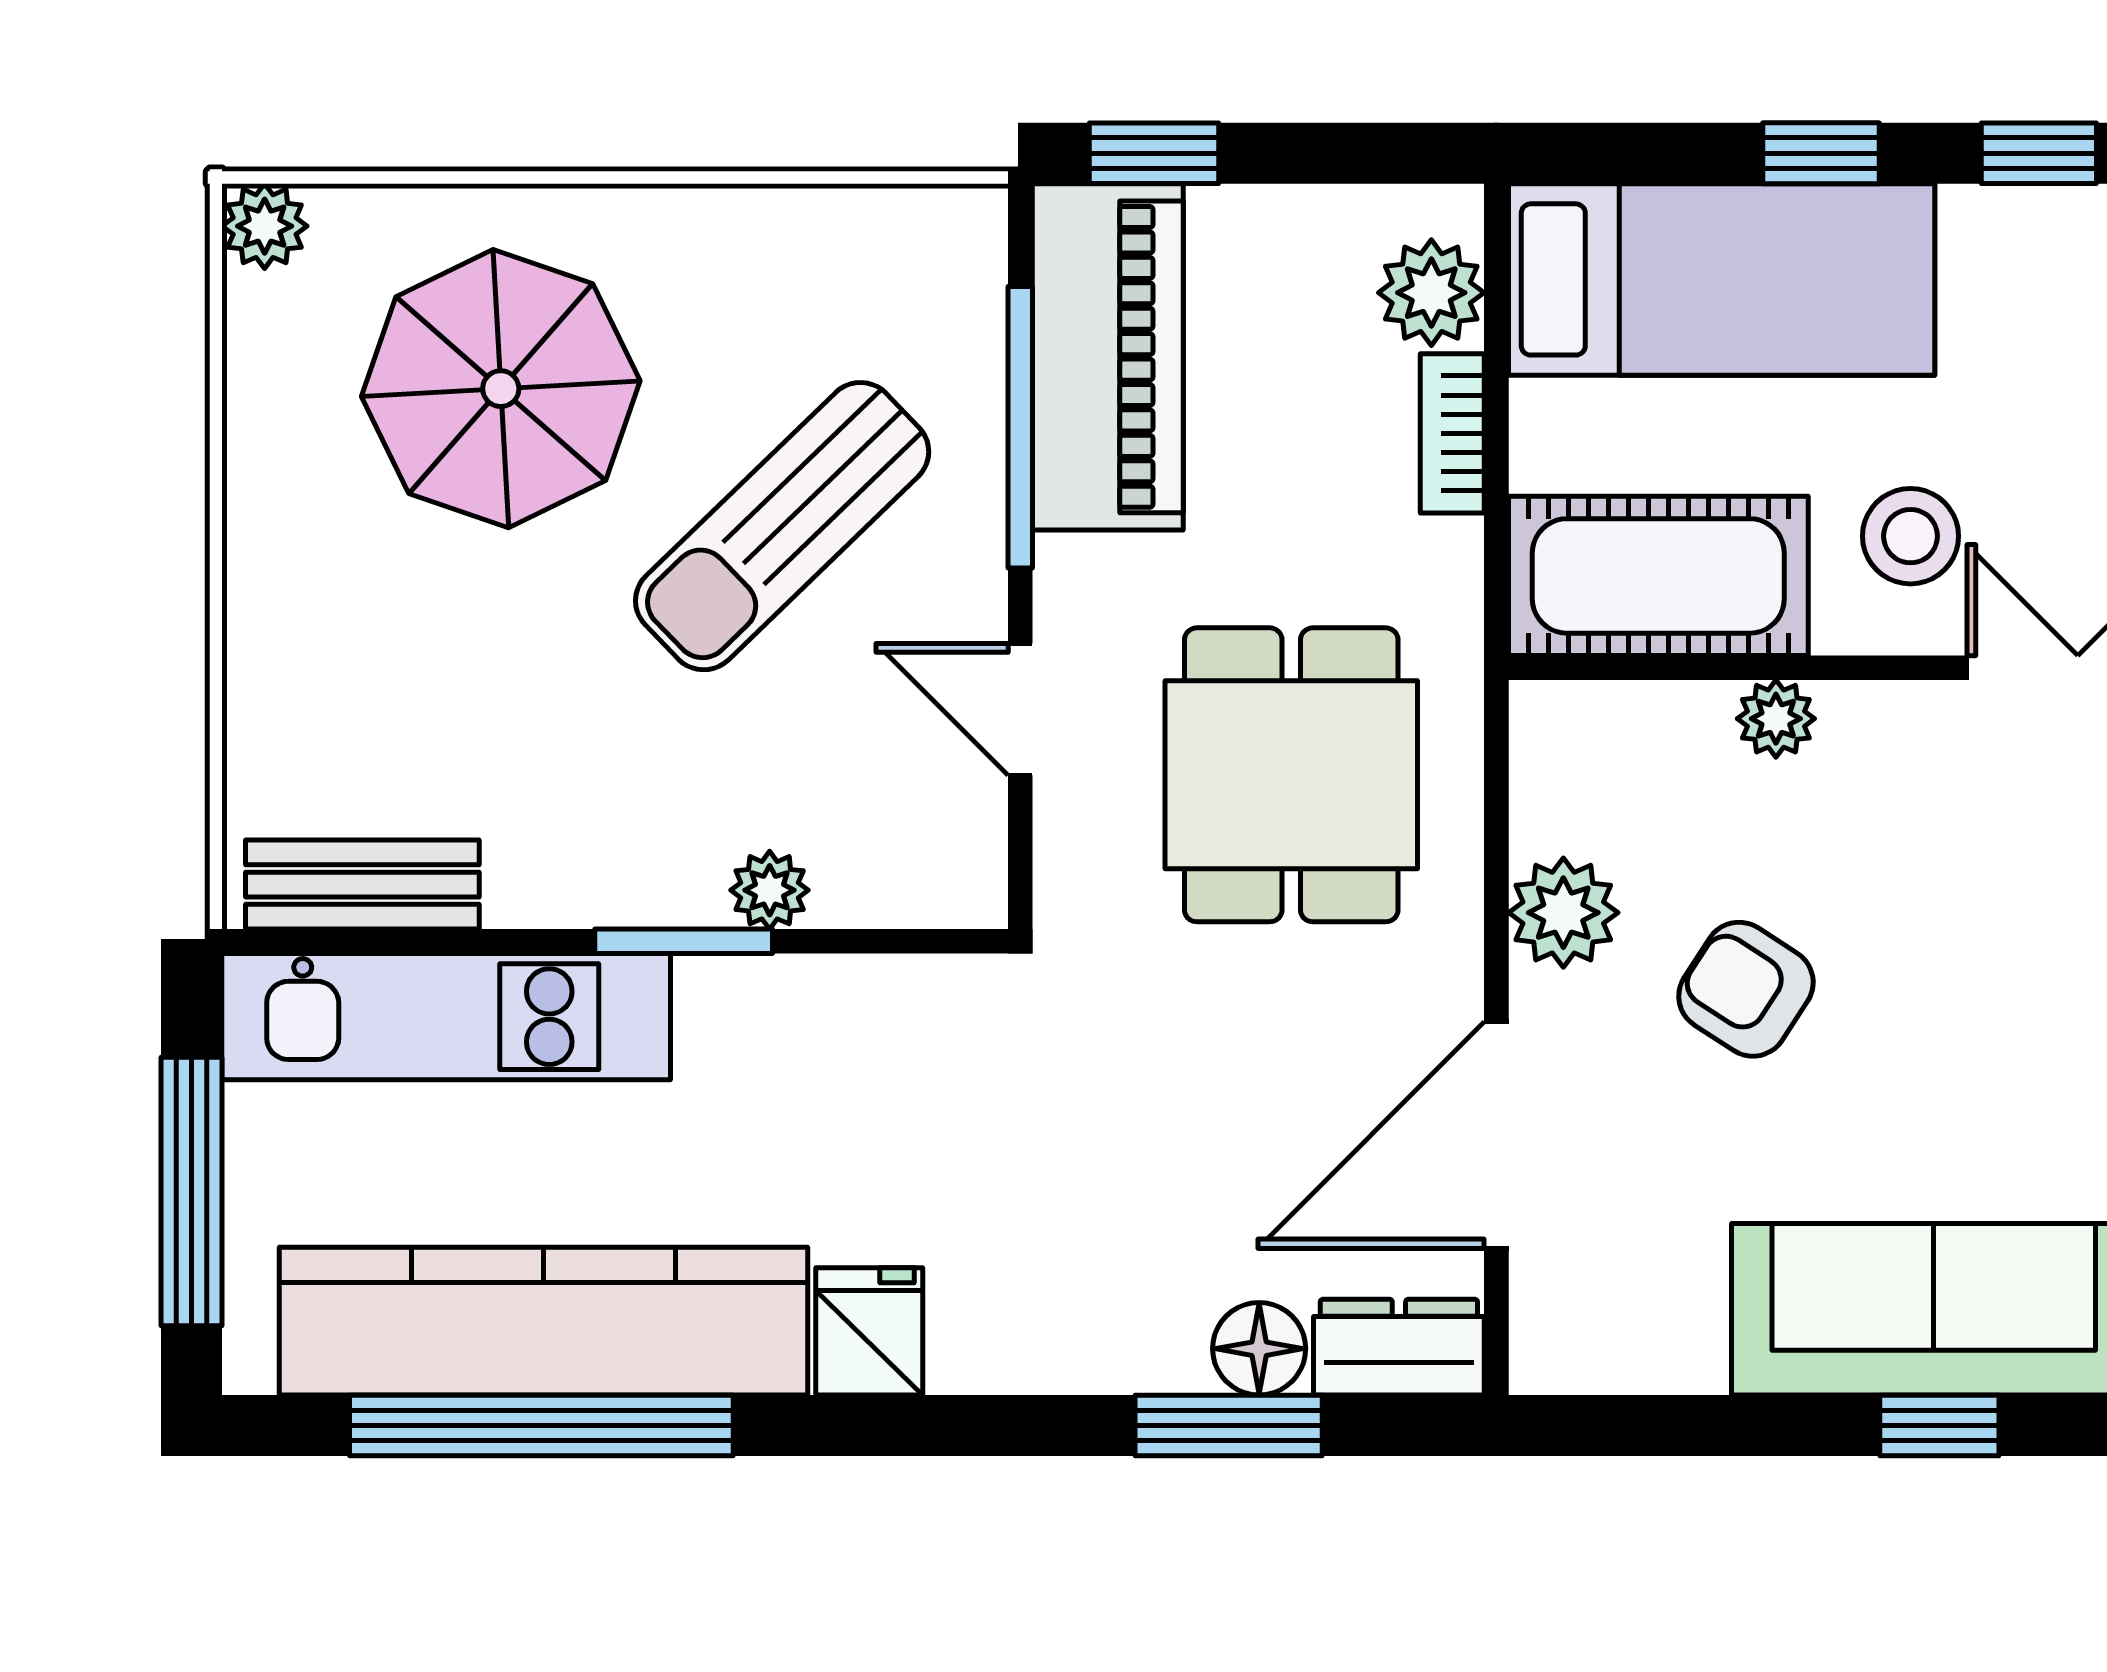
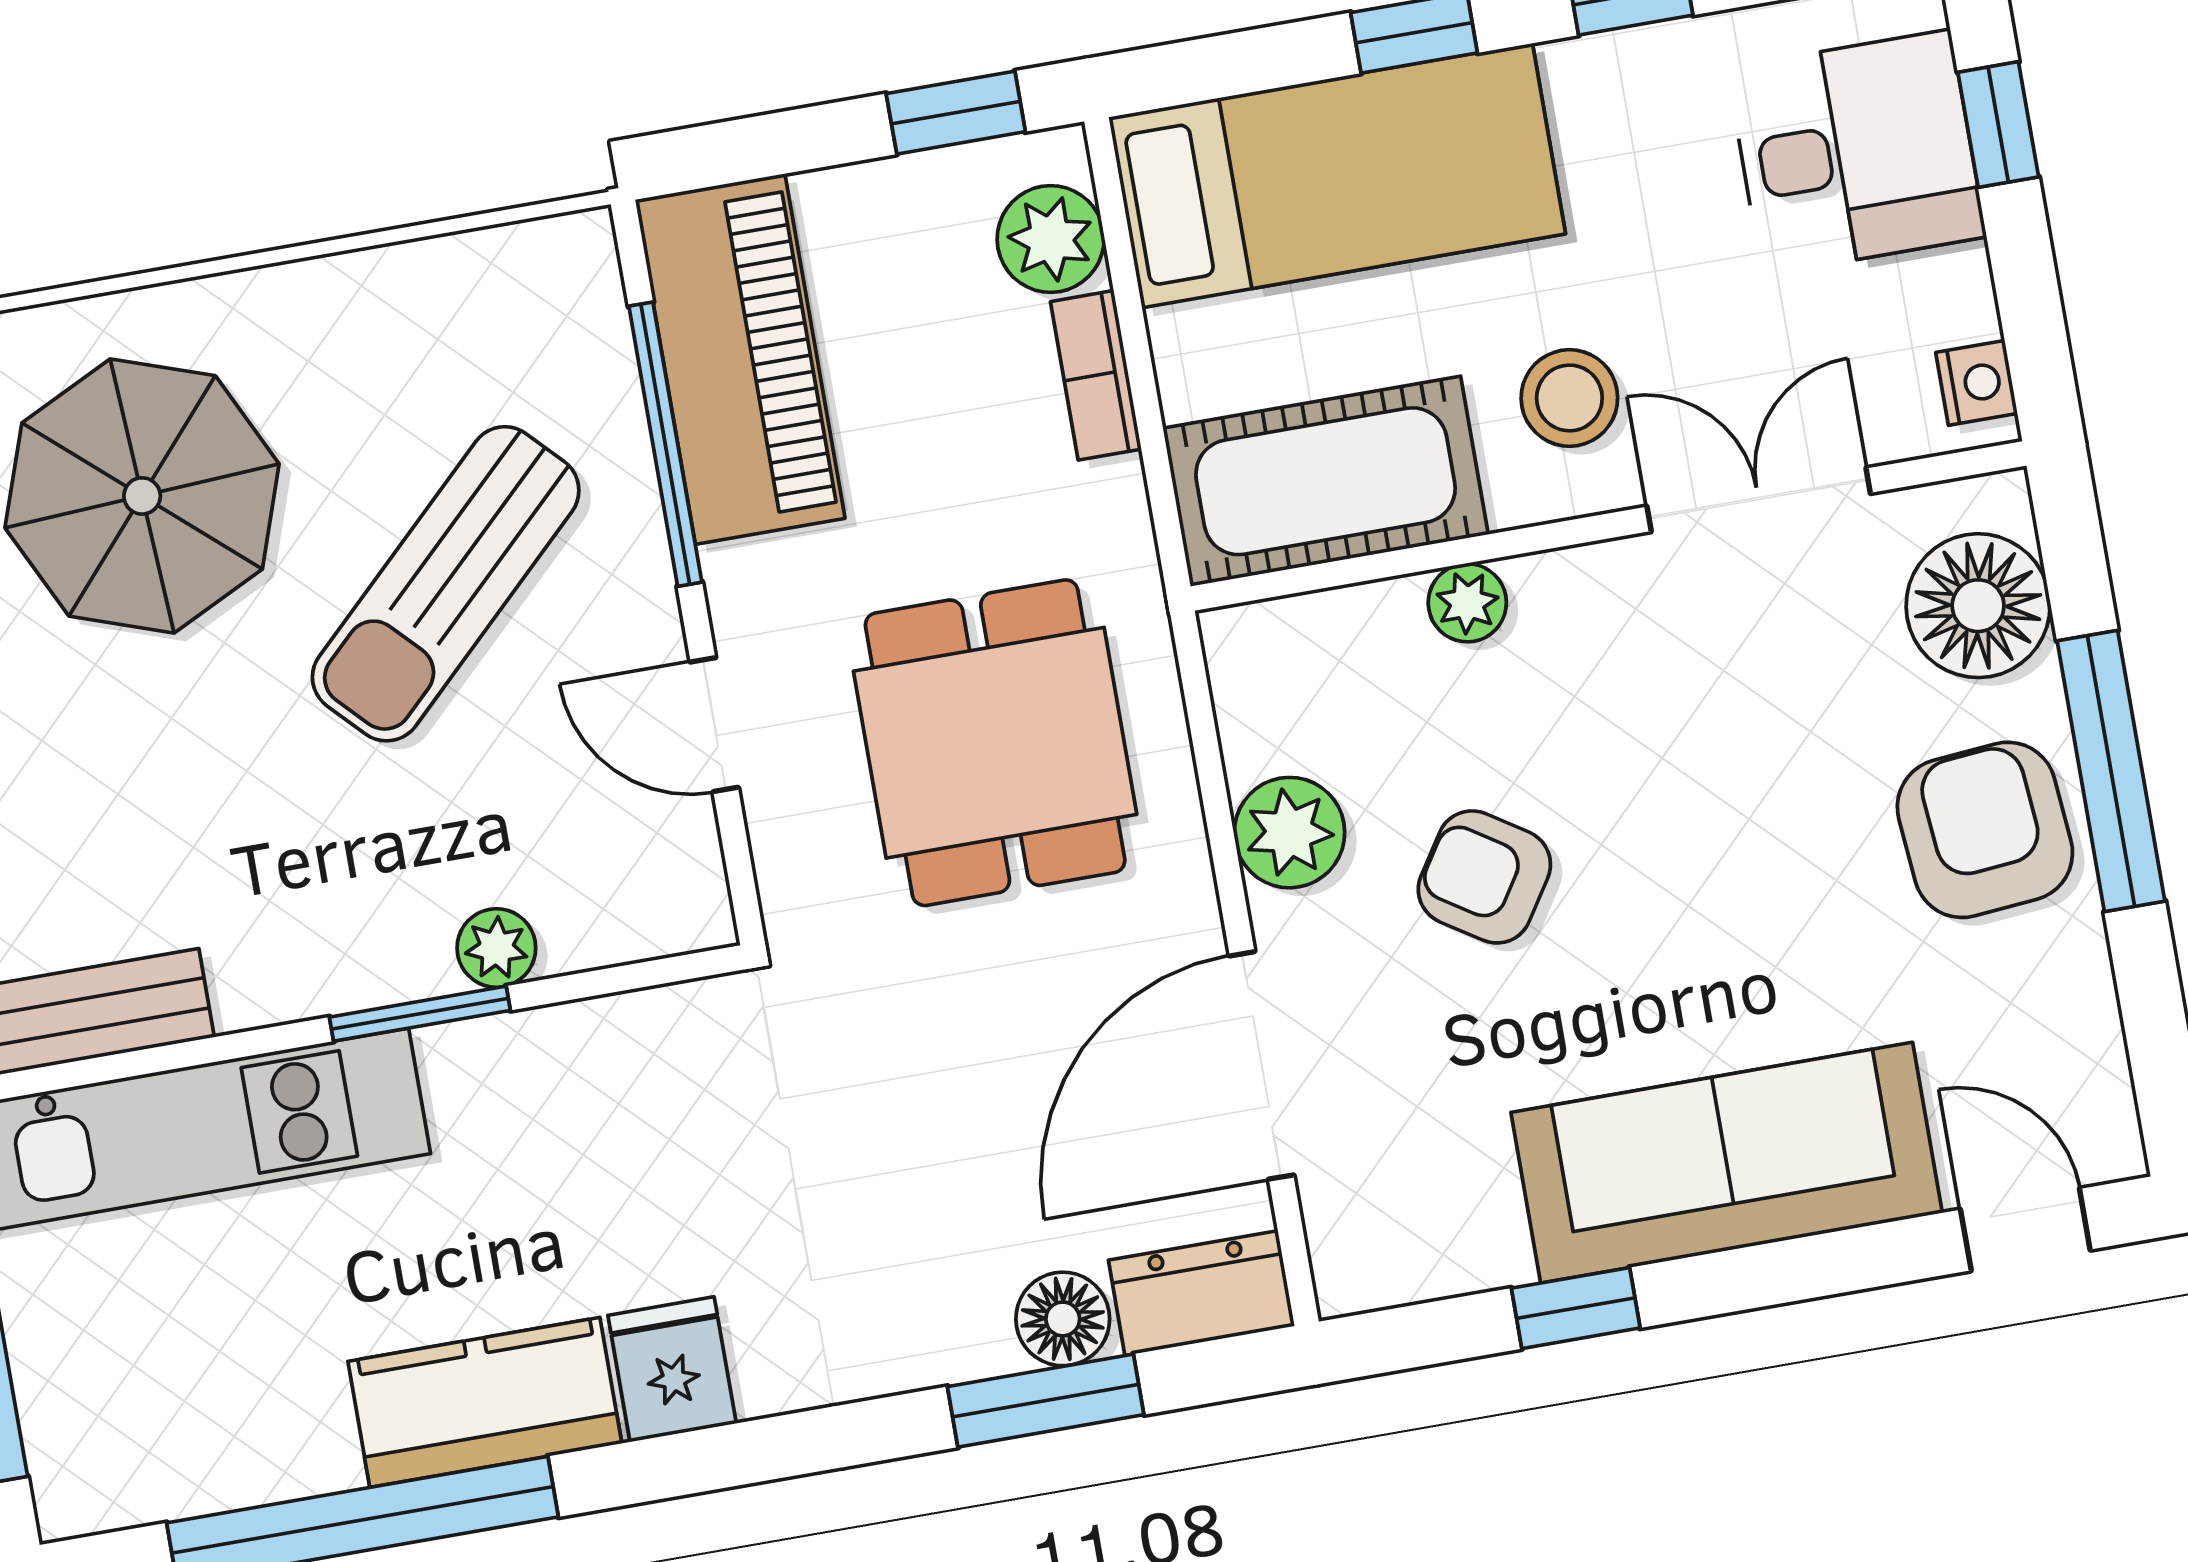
window: (1154, 153) -> (956, 113), moved
kitchen counter: (543, 1321) -> (485, 1402), width x0.48, depth x0.86
window: (1939, 1425) -> (1576, 1308), moved

